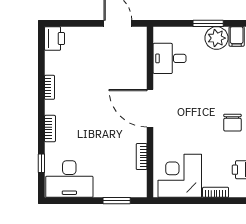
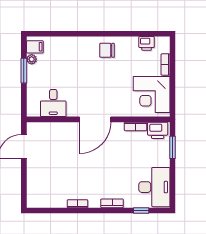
plant: (217, 38) -> (32, 59), width x0.53, depth x0.53
printer: (54, 39) -> (158, 130), moved, turned 180
chair: (232, 123) -> (107, 50), turned 180

